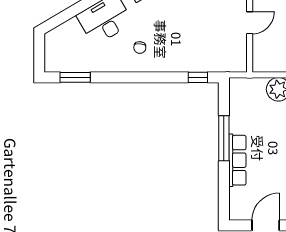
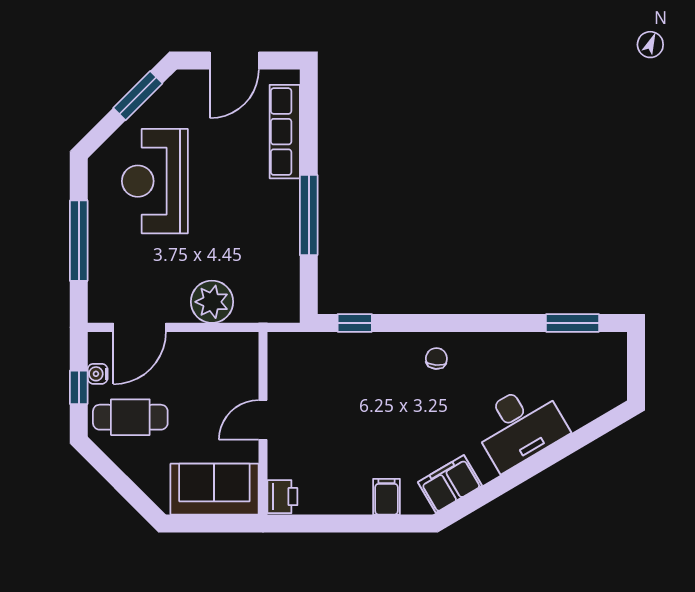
chair: (140, 48) -> (436, 358), moved
row of seats: (237, 160) -> (285, 132), moved

